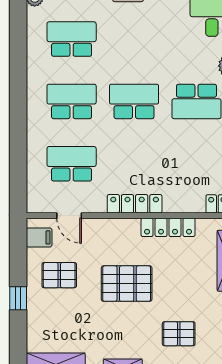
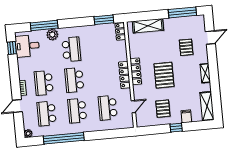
school desk: (134, 39) -> (44, 83), added
window: (18, 69) -> (64, 138), added
locker: (168, 227) -> (136, 71), moved
filing cabinet: (39, 237) -> (186, 116), moved

